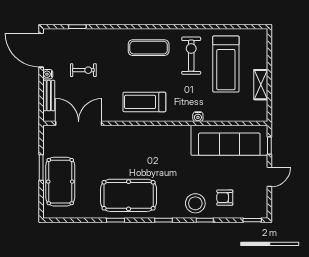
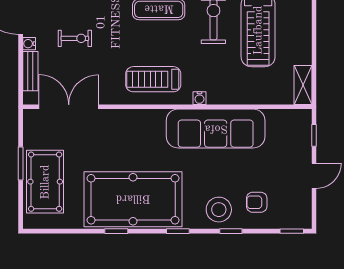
shelving: (261, 85) -> (303, 85), moved
water cooler: (198, 117) -> (199, 98), moved
sofa: (229, 140) -> (216, 129), moved
pool table: (129, 195) -> (133, 199), width x1.36, depth x1.32

